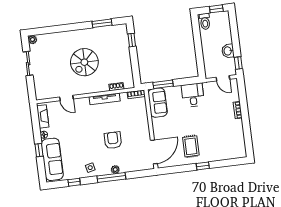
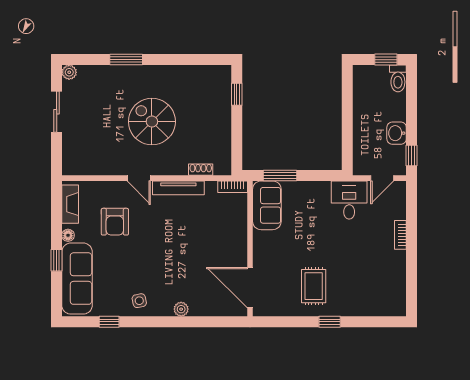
toilet: (205, 21) -> (398, 78), moved
window: (102, 23) -> (126, 60), moved
spiral stairs: (84, 62) -> (152, 122), turned 90
door: (223, 78) -> (382, 178), hinge flipped
desk: (193, 95) -> (349, 200), moved
door: (66, 98) -> (139, 178), moved
armchair: (113, 140) -> (115, 222), moved, turned 180
door: (154, 152) -> (250, 288), swing flipped
window: (111, 177) -> (173, 322), removed

